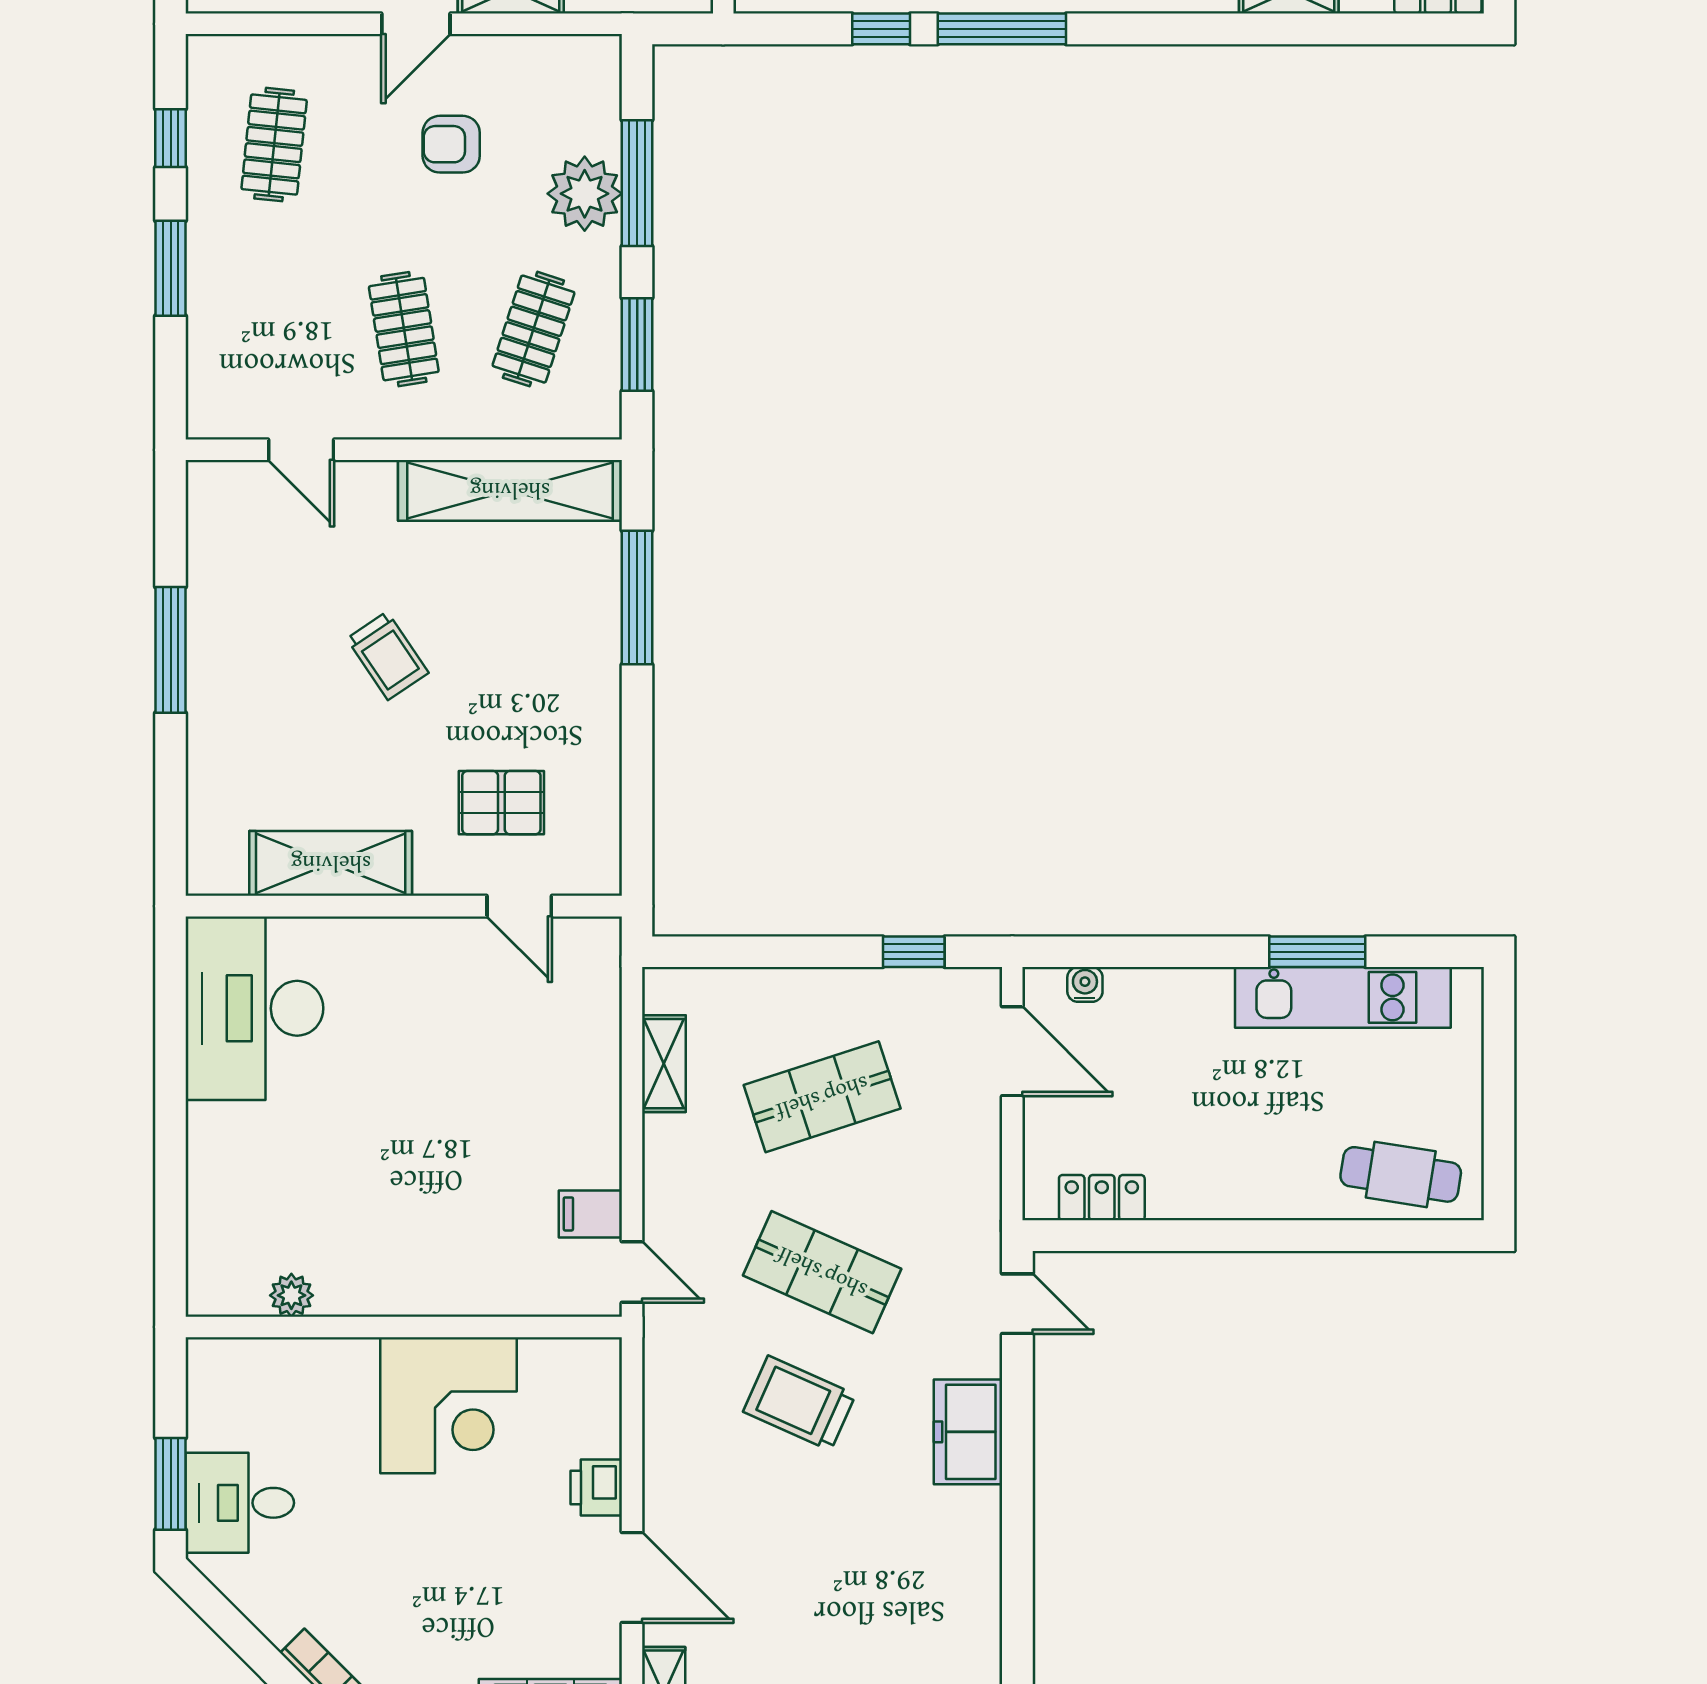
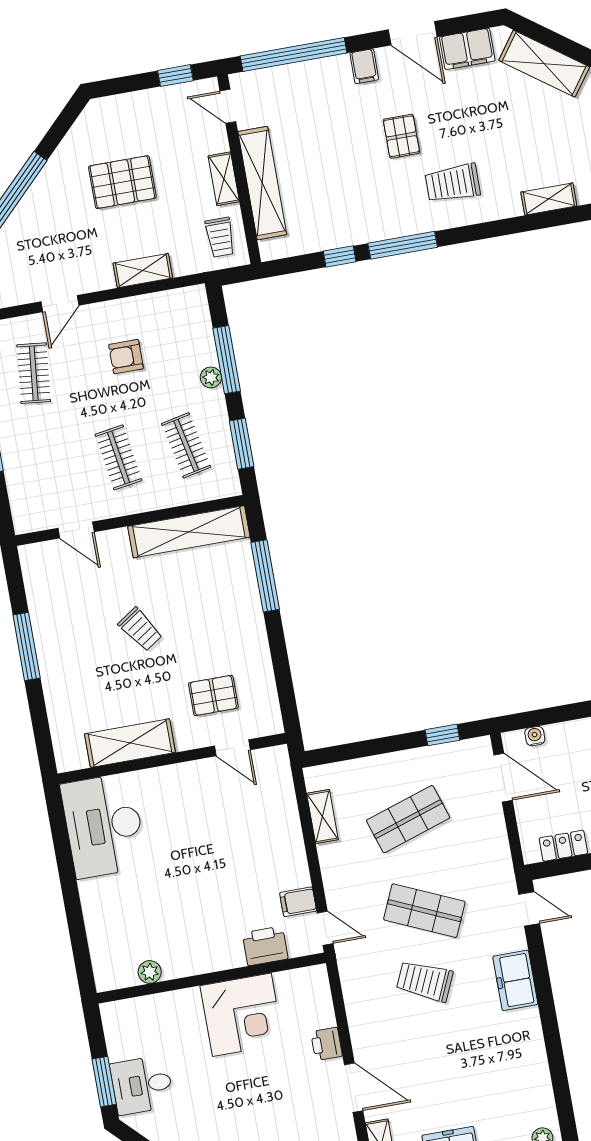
door: (416, 24) -> (60, 304), moved
plant: (585, 194) -> (211, 377), width x0.53, depth x0.53
clothes rail: (533, 329) -> (186, 445), turned -30
printer: (515, 1285) -> (265, 946), added

